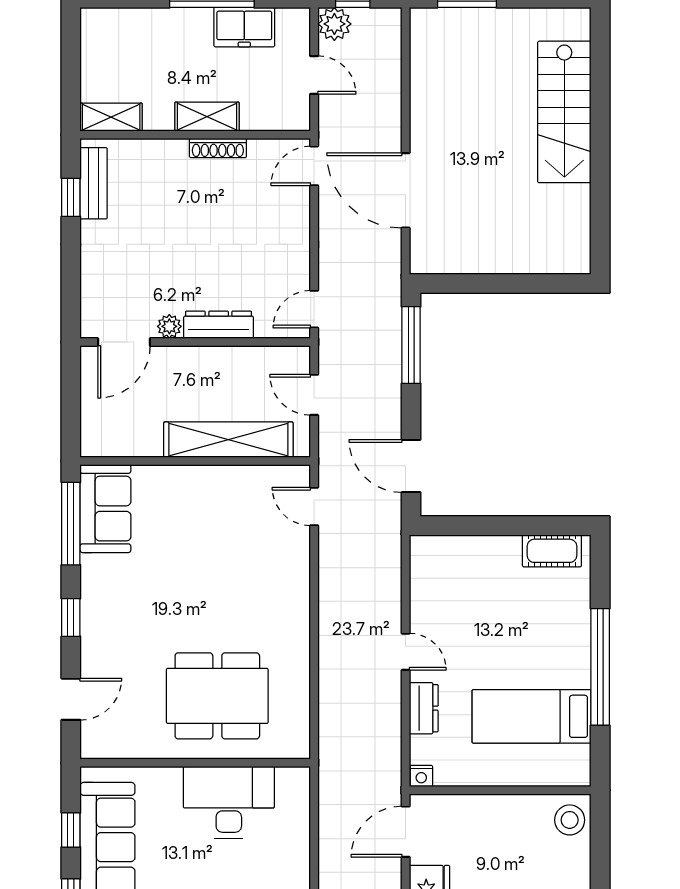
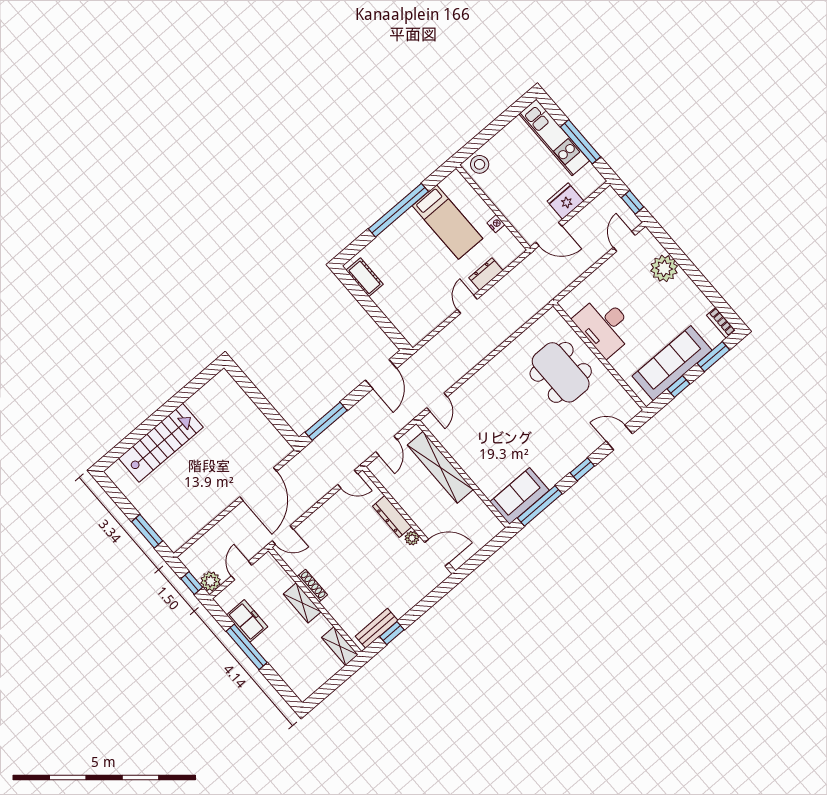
nightstand: (421, 776) -> (496, 224), moved

